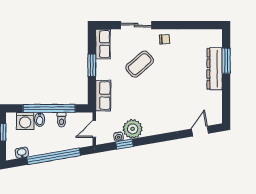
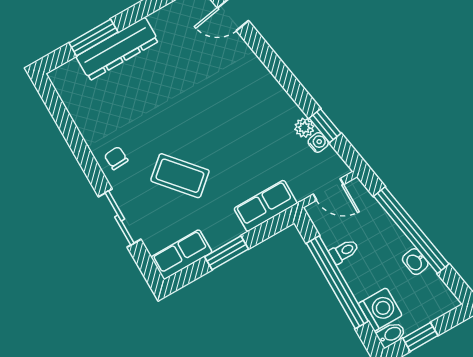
bidet: (40, 119) -> (391, 335), moved
plant: (133, 129) -> (304, 128), width x0.53, depth x0.53
washbasin: (22, 153) -> (415, 262), moved

